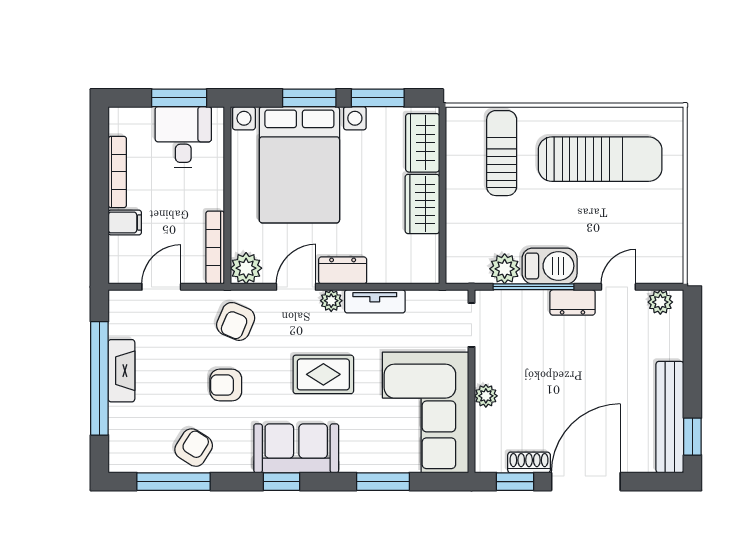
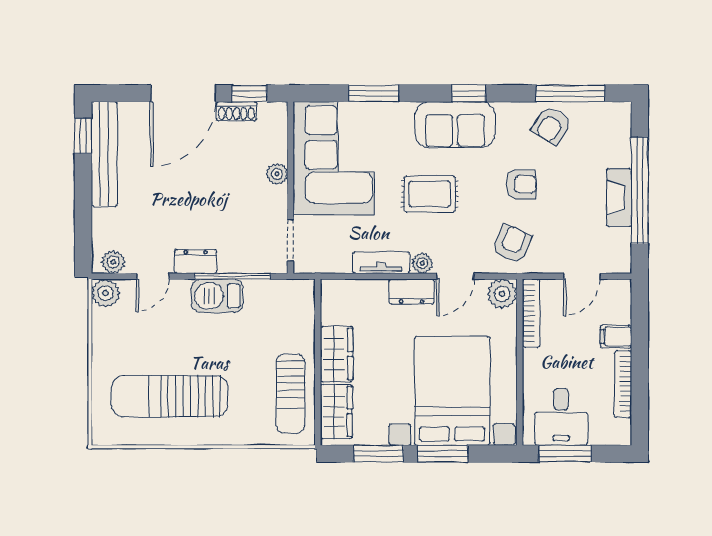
sun lounger: (502, 153) -> (291, 394), moved
plant: (505, 269) -> (105, 293), moved

